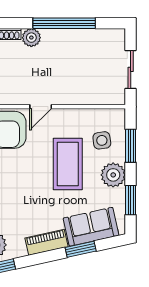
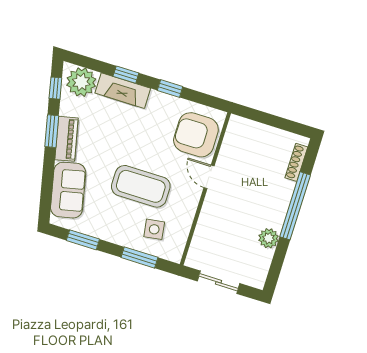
window: (64, 23) -> (295, 206), moved
plant: (31, 38) -> (269, 238), moved
plant: (113, 175) -> (115, 230), removed
window: (81, 249) -> (52, 131), moved

